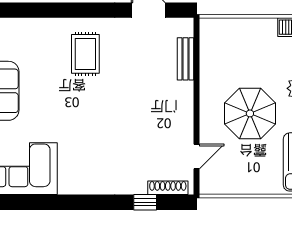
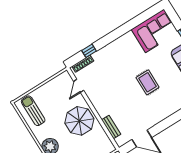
rug: (85, 54) -> (148, 82), moved
parasol: (250, 113) -> (79, 121), moved

